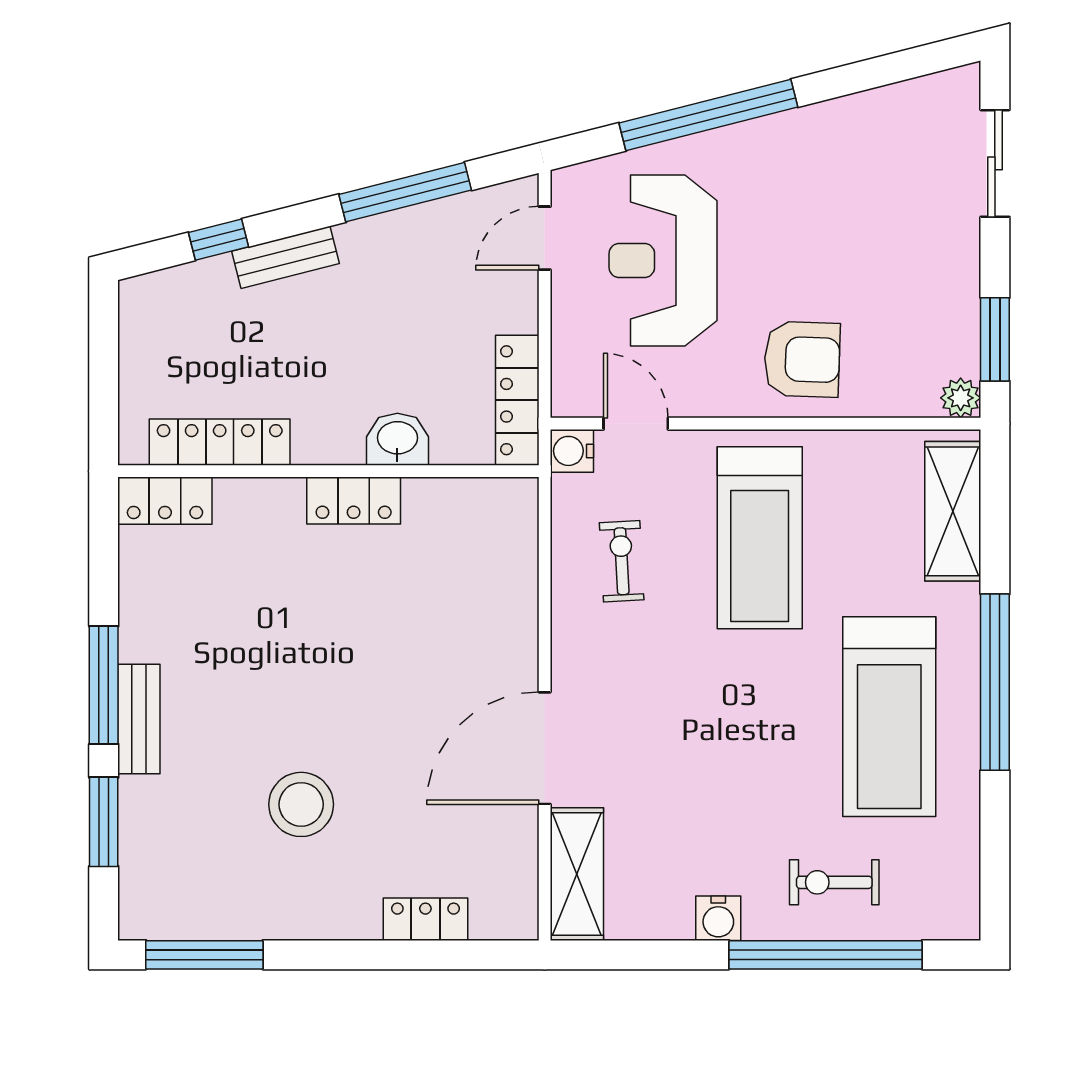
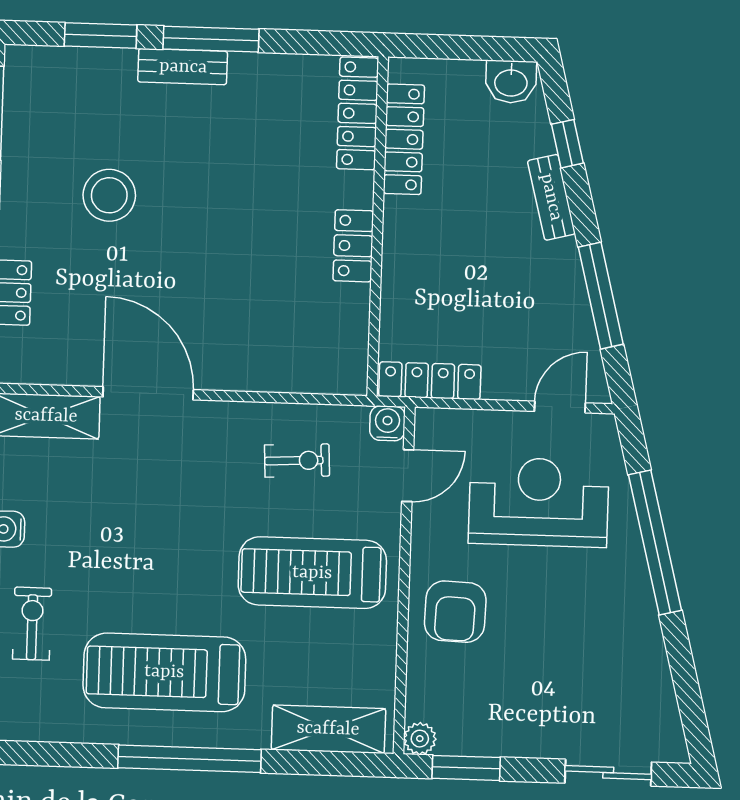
door: (545, 238) -> (560, 407), hinge flipped
washbasin: (397, 439) -> (511, 82), moved, turned 90
locker: (165, 501) -> (358, 113), width x1.53

